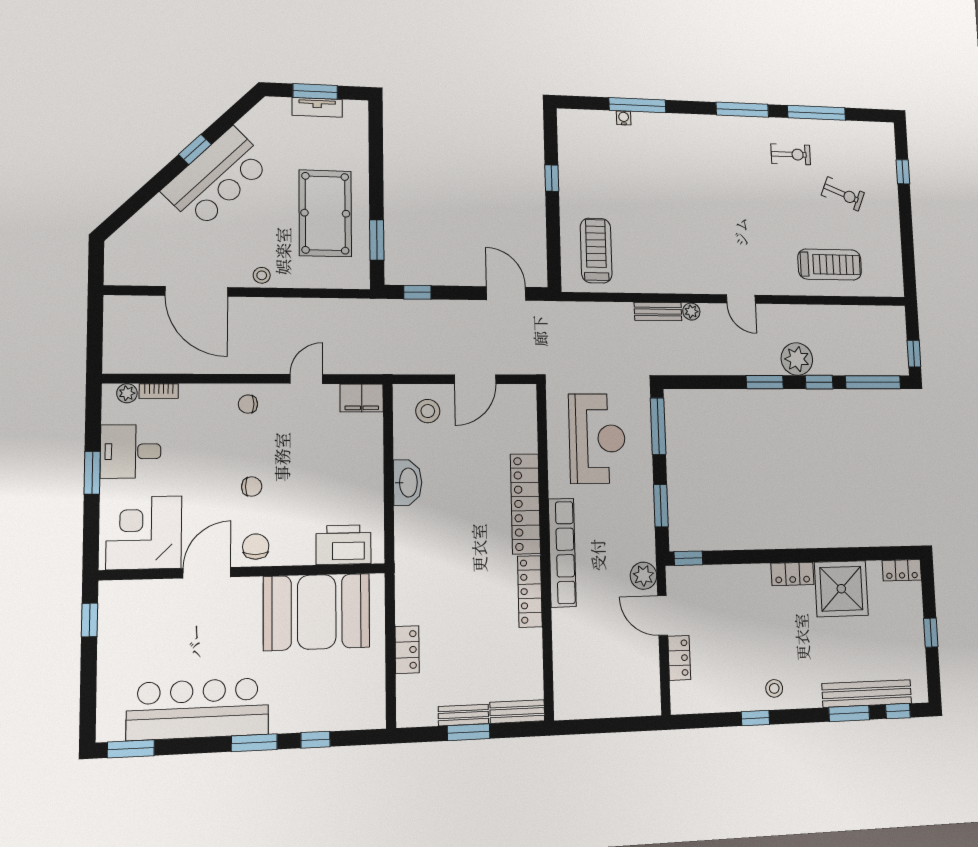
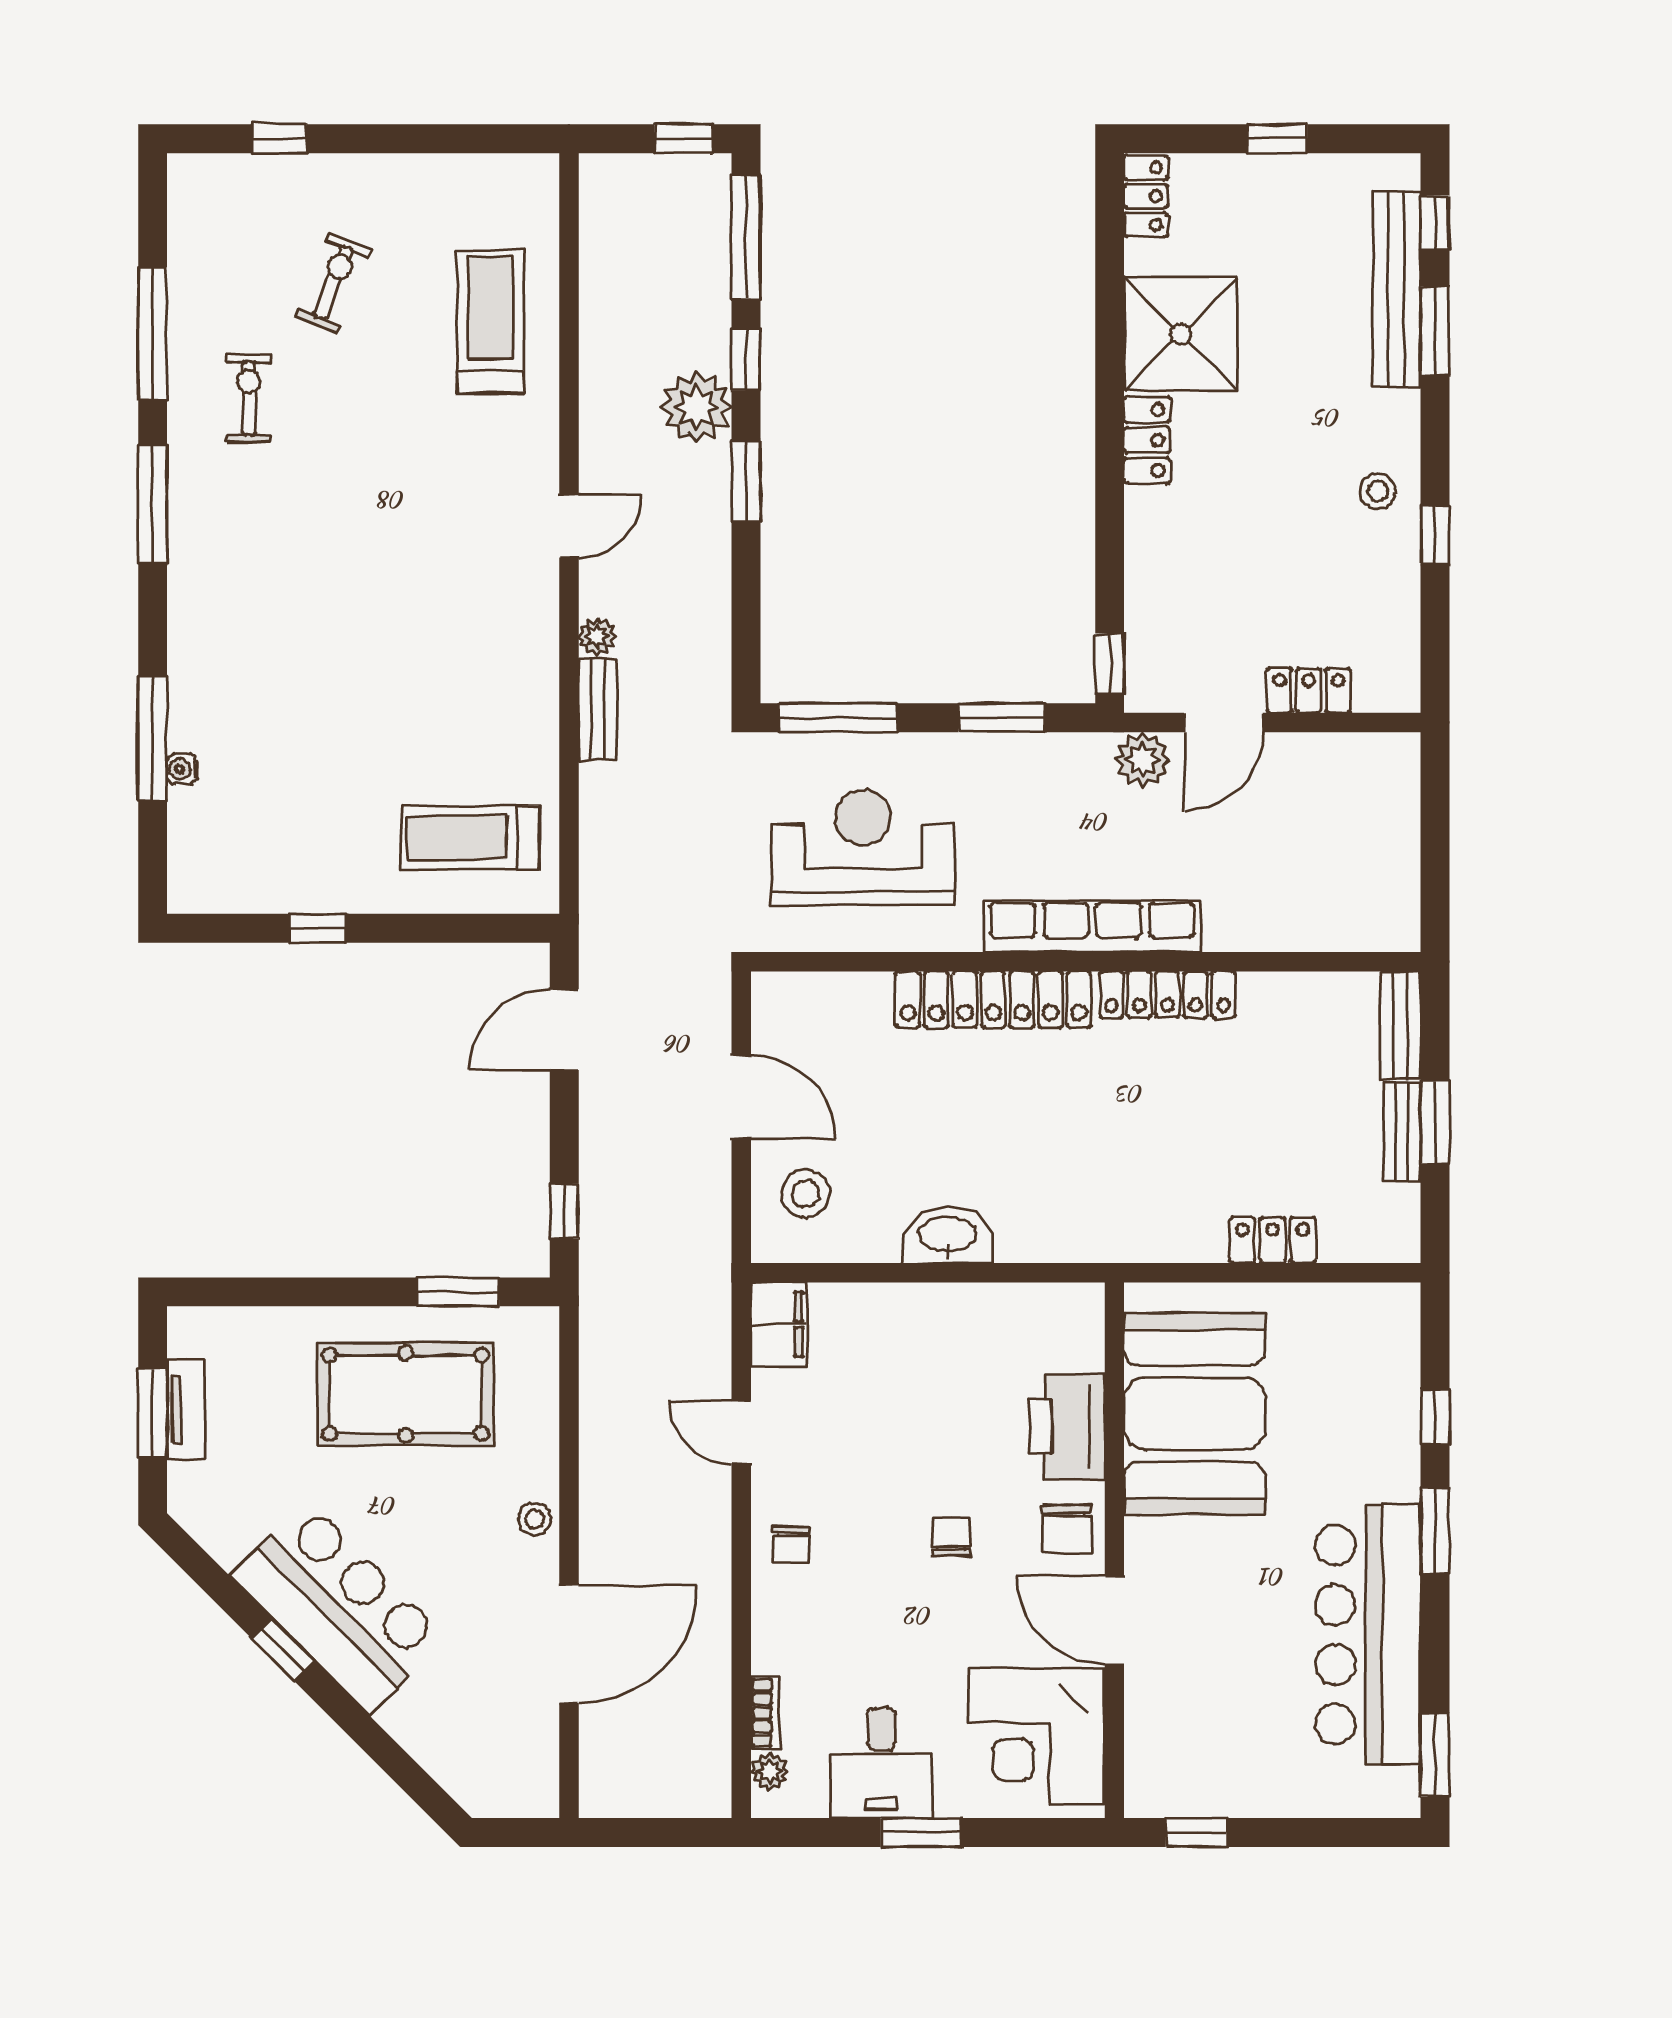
printer: (343, 545) -> (1067, 1427), moved
chair: (256, 547) -> (1067, 1529), turned -90

